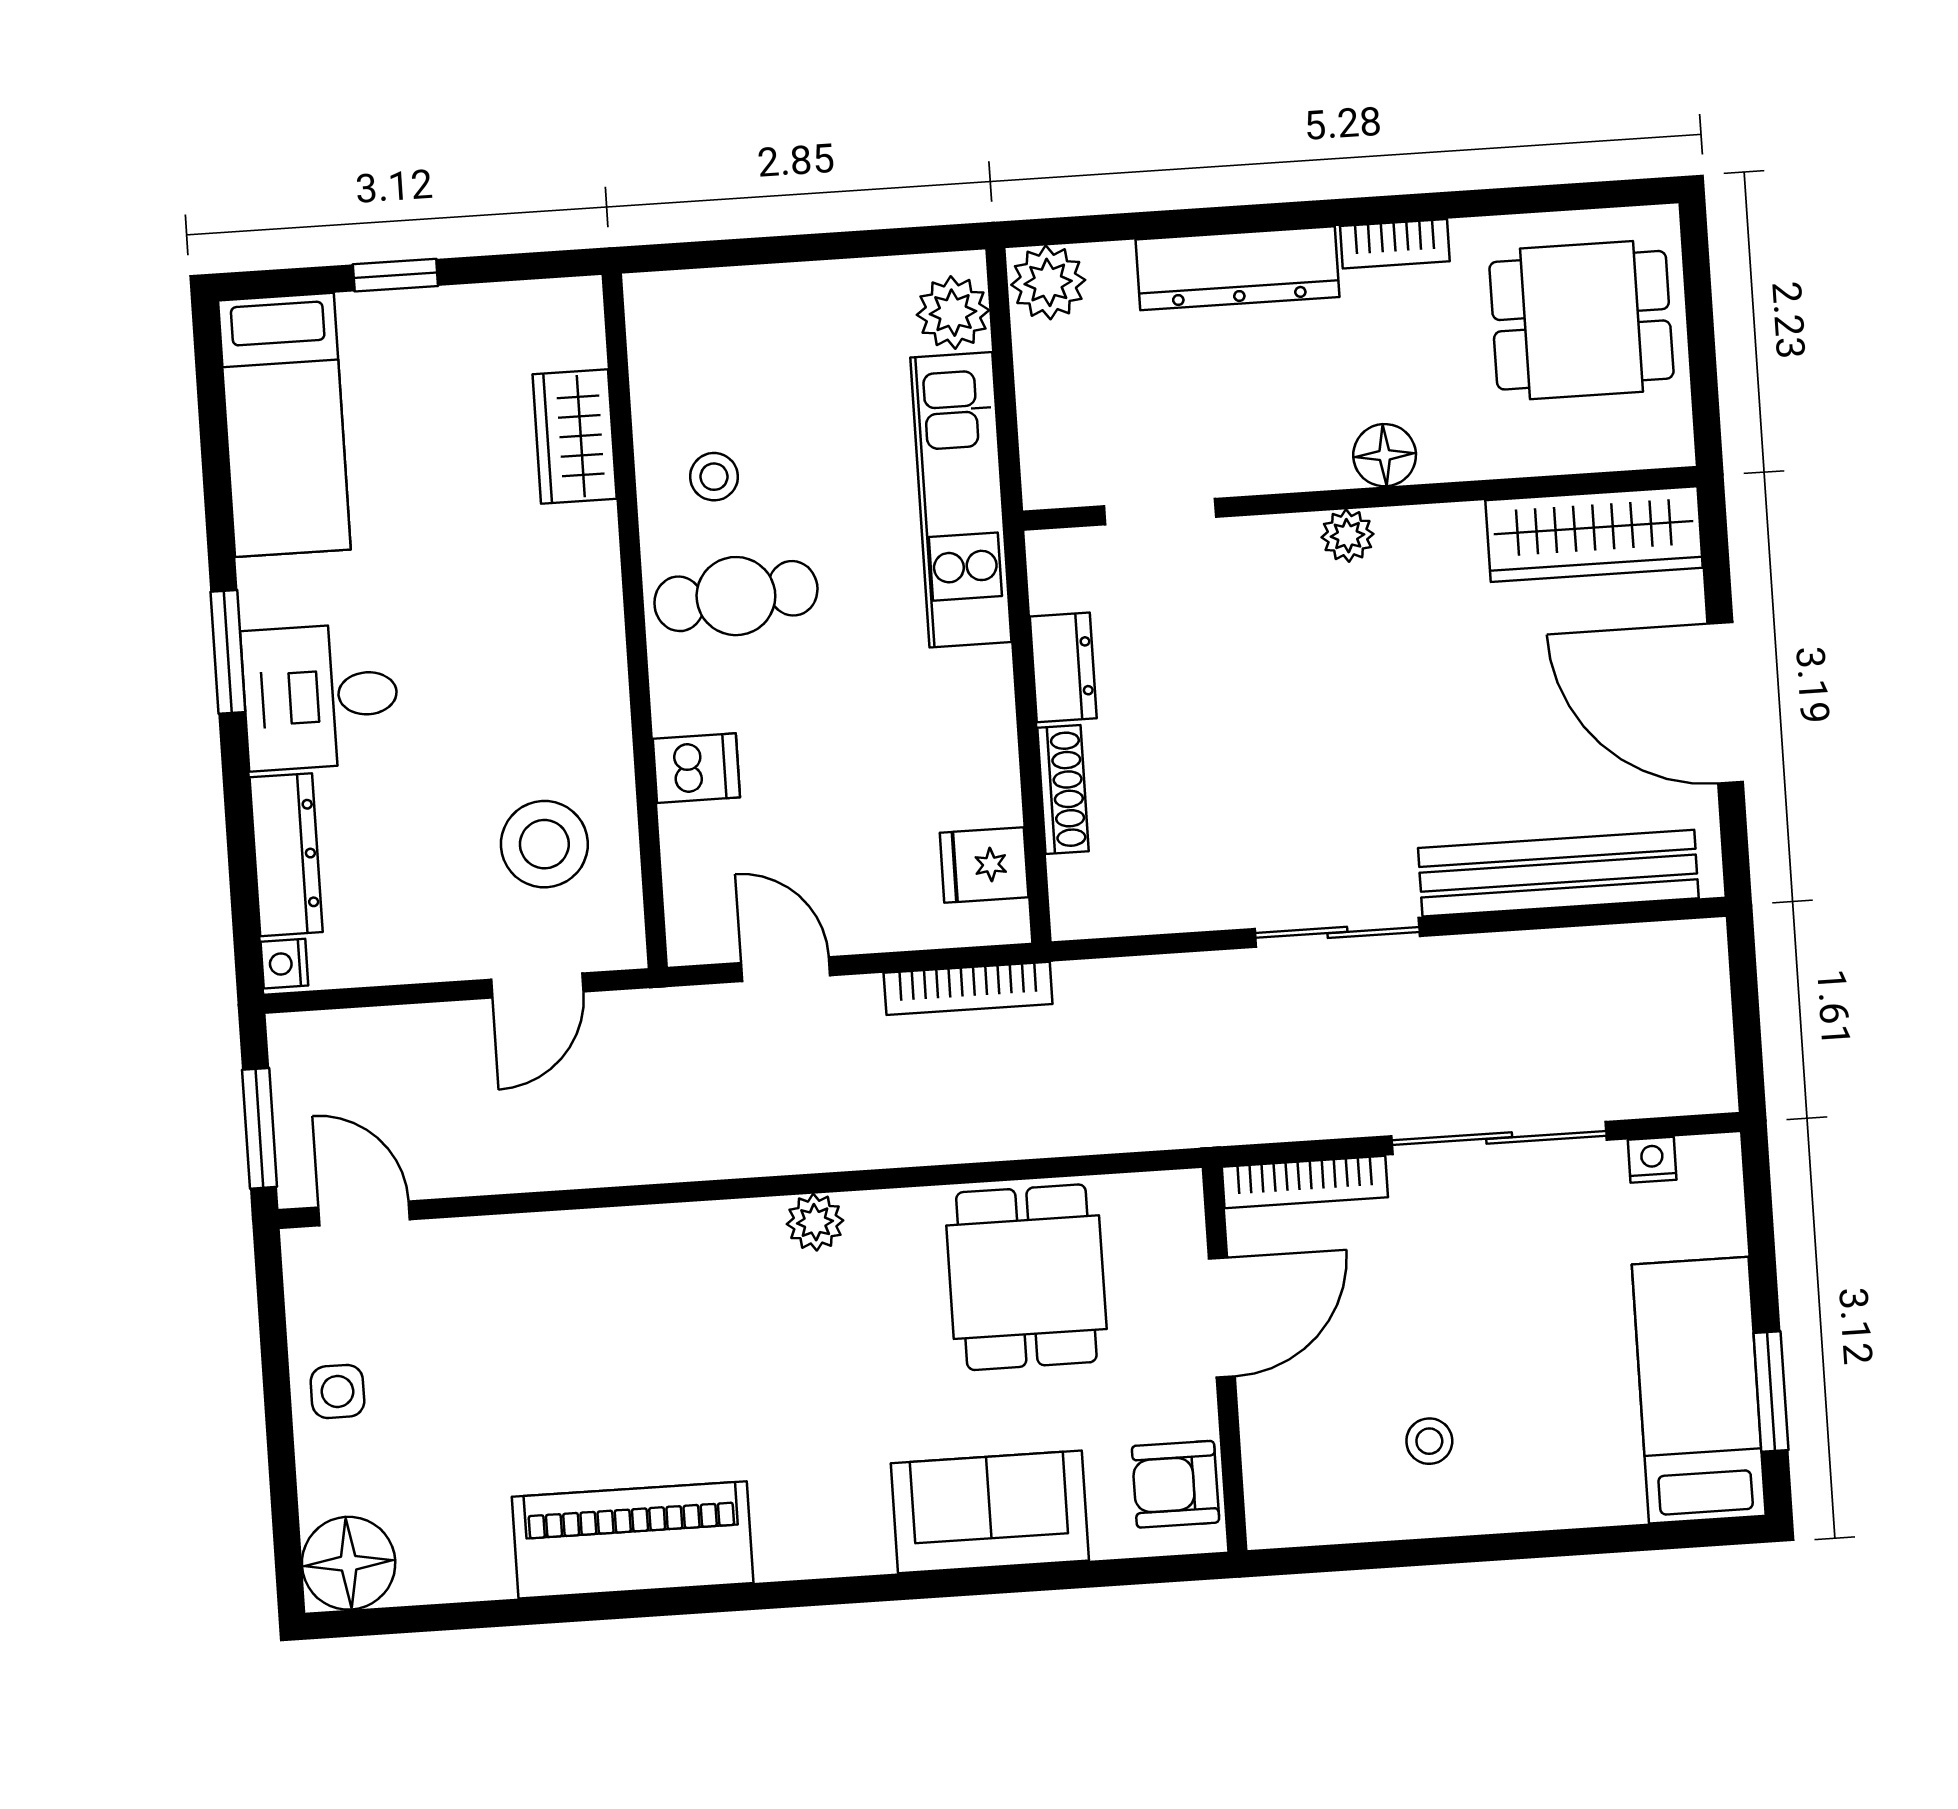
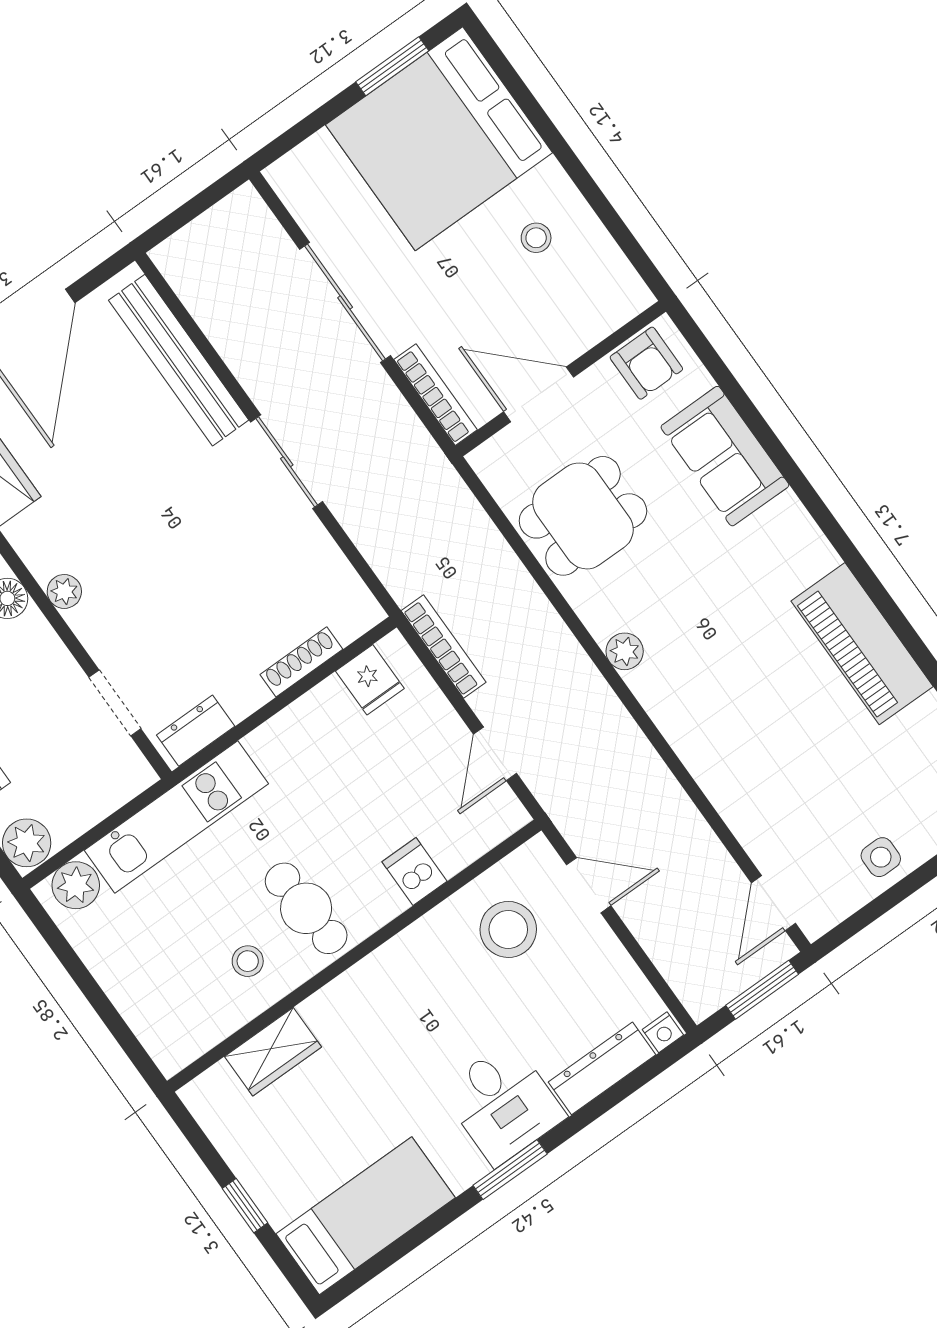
dresser: (1063, 667) -> (196, 731), moved
nightstand: (1652, 1160) -> (305, 211), removed
bed: (1699, 1390) -> (439, 139), width x2.04

